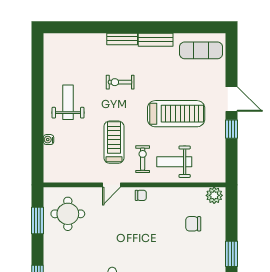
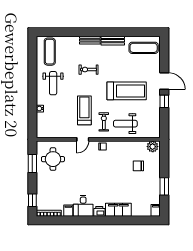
exercise mat: (63, 56) -> (50, 52), added
weight bench: (68, 102) -> (53, 83), turned 180

